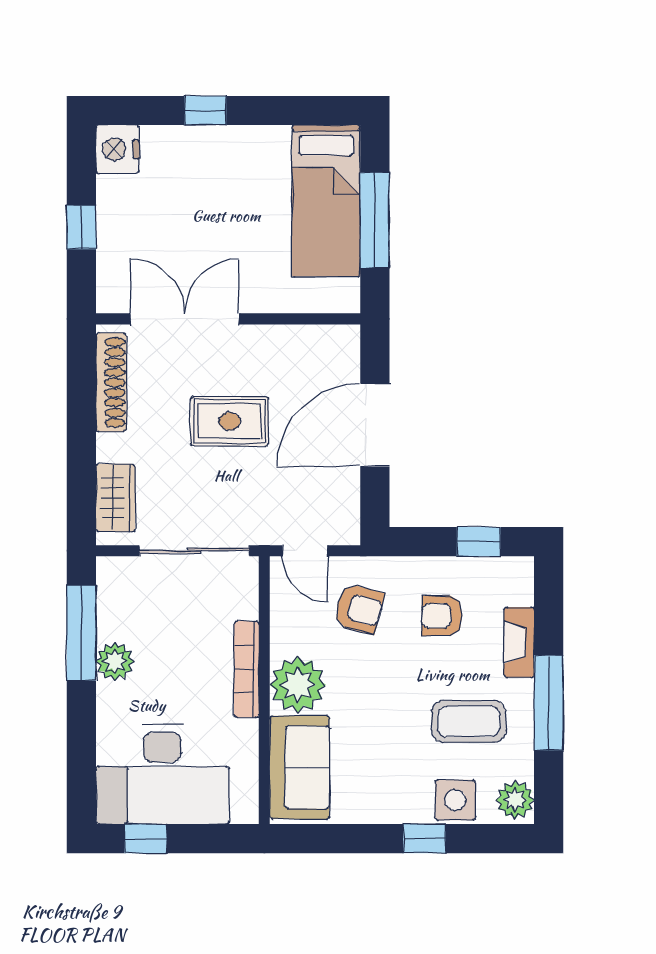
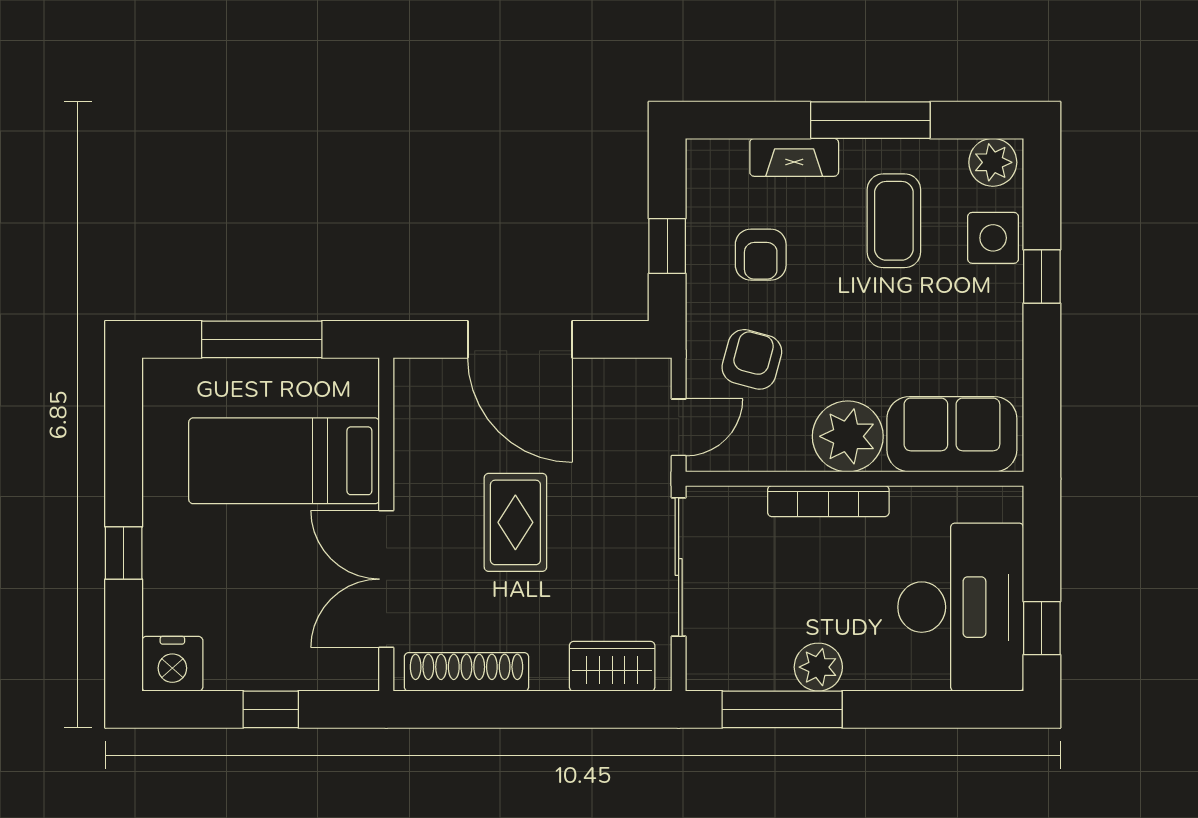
bed: (326, 201) -> (284, 461), moved, turned 180
window: (479, 542) -> (667, 246), moved

